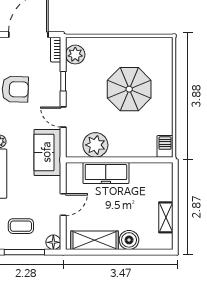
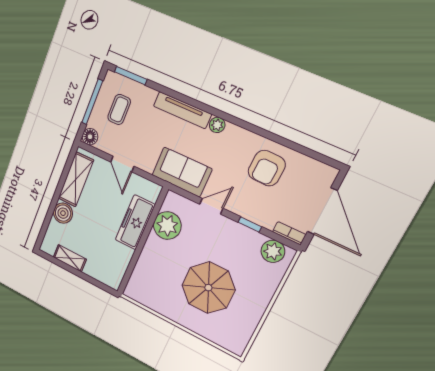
barbecue: (165, 146) -> (136, 292), removed

